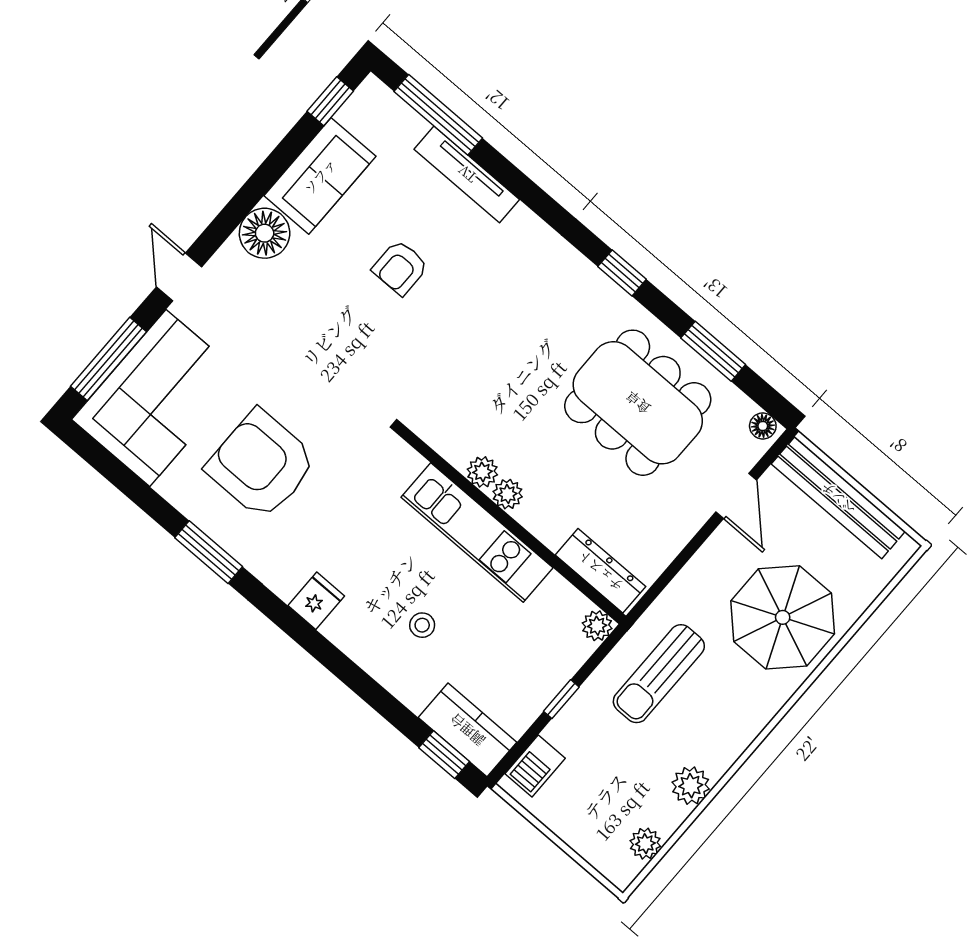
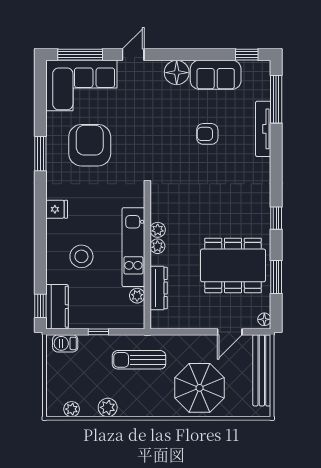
dining table: (638, 403) -> (233, 265), turned 90
dresser: (600, 571) -> (159, 288), moved
stool: (422, 625) -> (81, 256), width x1.89, depth x1.89
plant: (597, 626) -> (137, 296), moved

